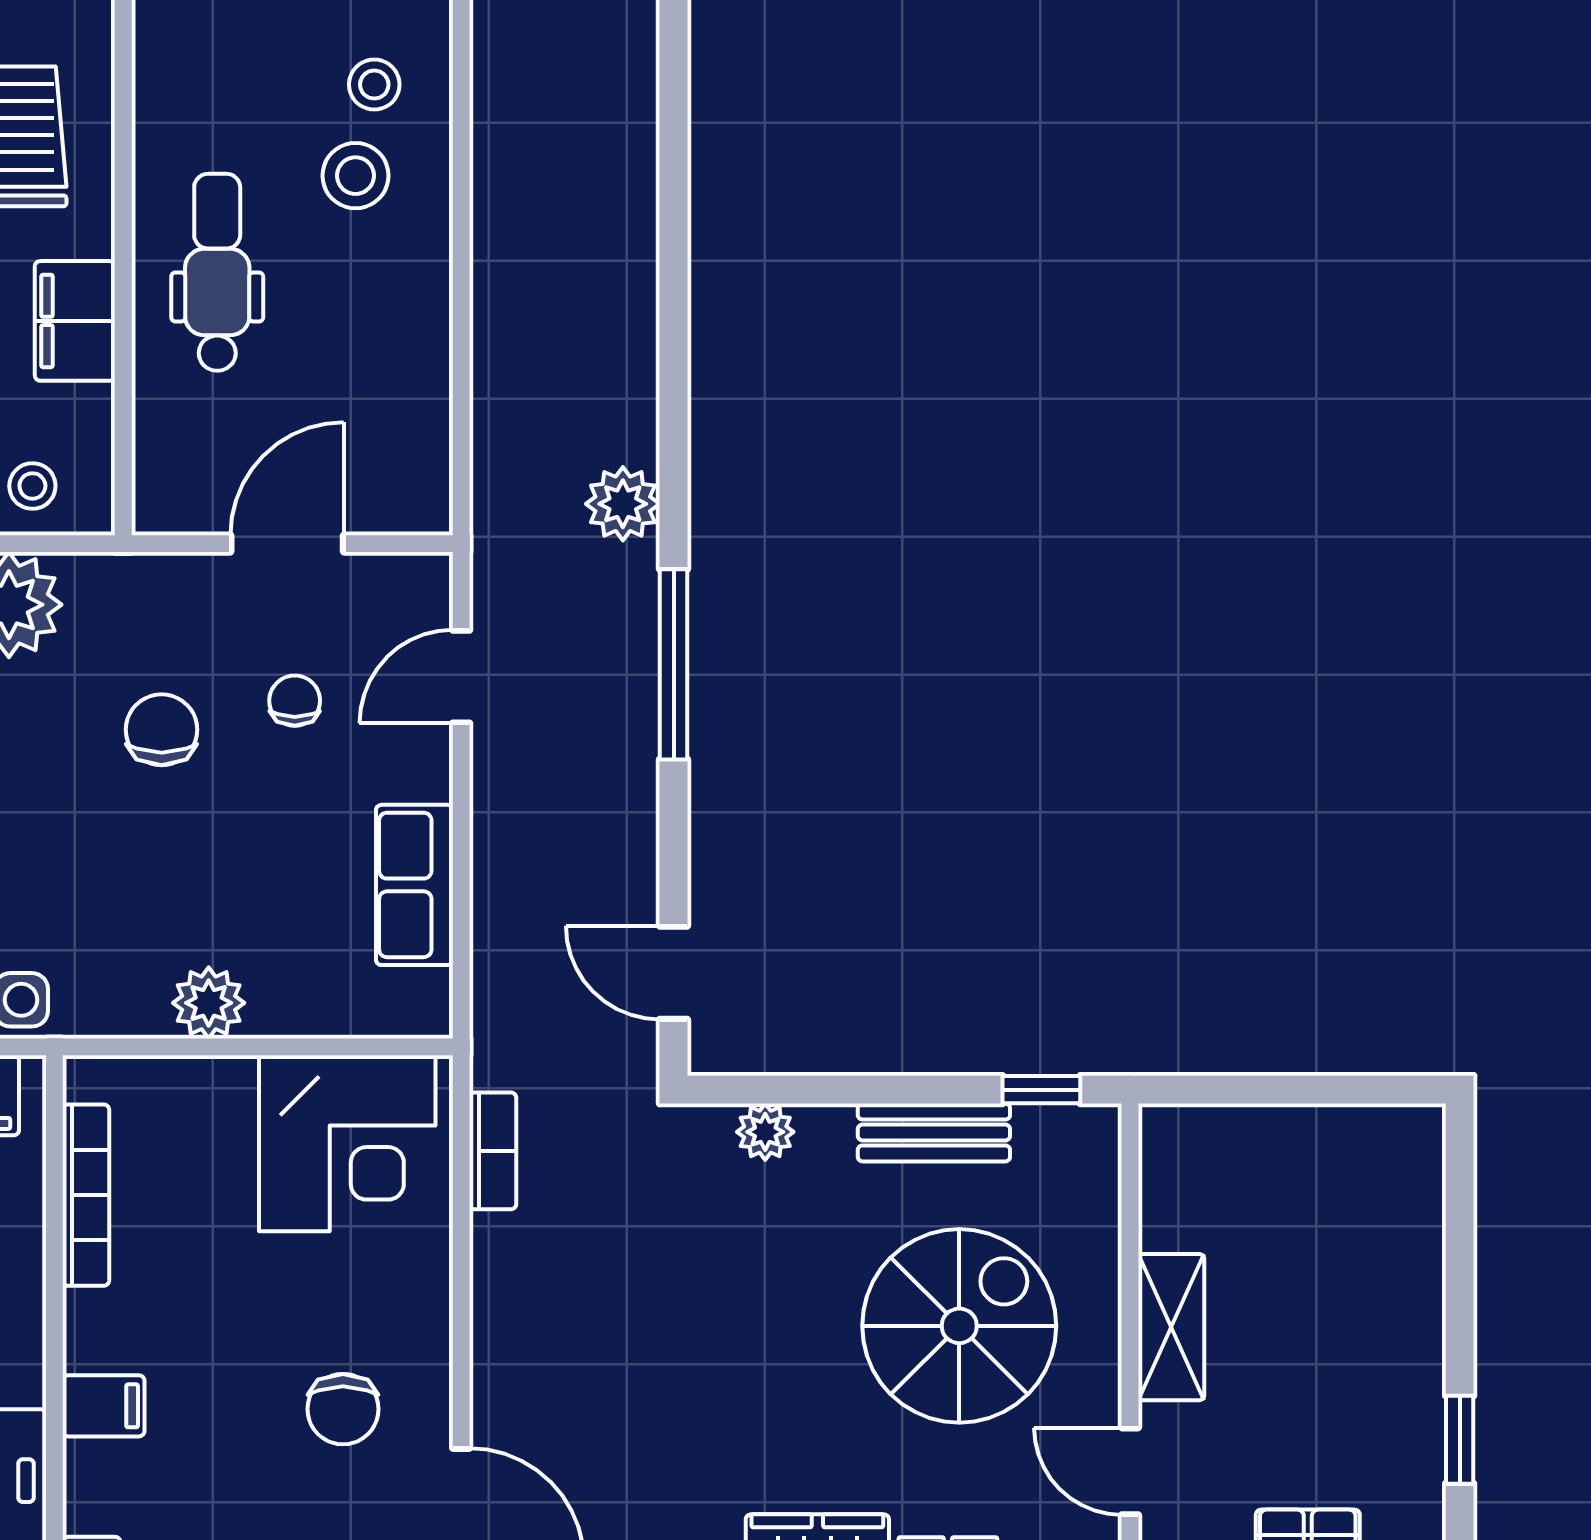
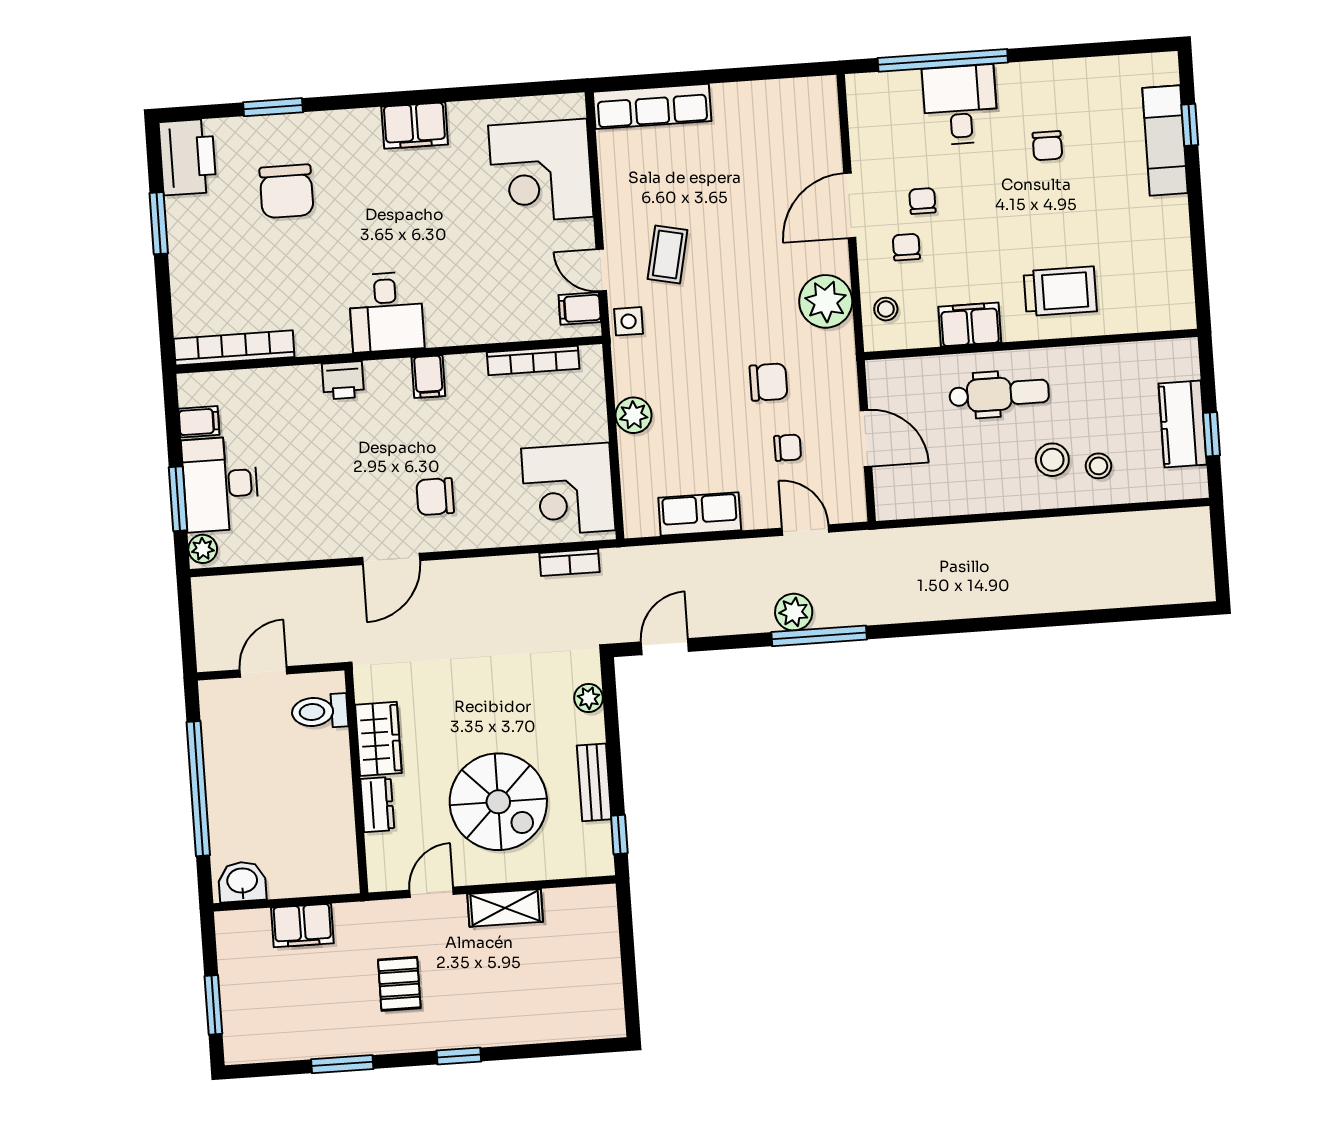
plant: (623, 504) -> (794, 612), moved

